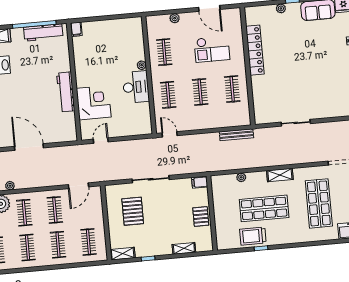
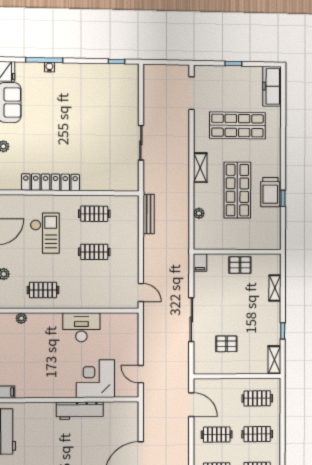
plant: (142, 65) -> (21, 318), moved
clothes rail: (168, 95) -> (94, 290), removed
door: (170, 134) -> (141, 292), swing flipped
pallet: (133, 211) -> (226, 344), width x0.67, depth x0.71
trolley: (253, 236) -> (270, 192), moved

